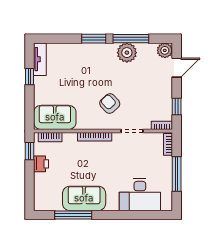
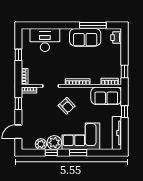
window: (131, 39) -> (51, 153), width x0.46
plant: (165, 50) -> (41, 144), moved
tv unit: (40, 59) -> (117, 133), width x1.41
corner sofa: (90, 61) -> (81, 136), added
window: (30, 77) -> (125, 112), moved
printer: (41, 164) -> (116, 38), moved
window: (177, 174) -> (18, 55), width x0.46

